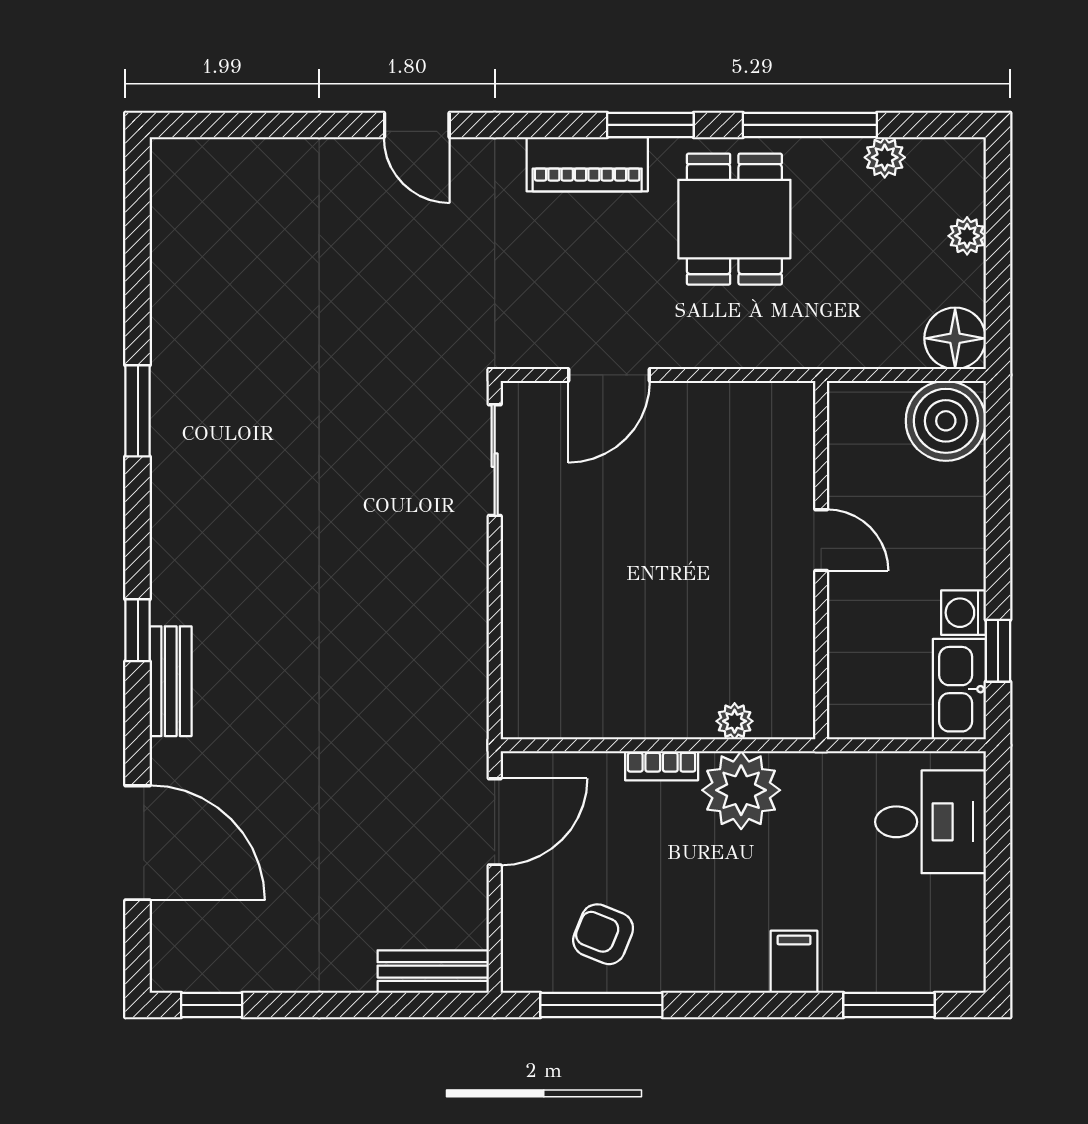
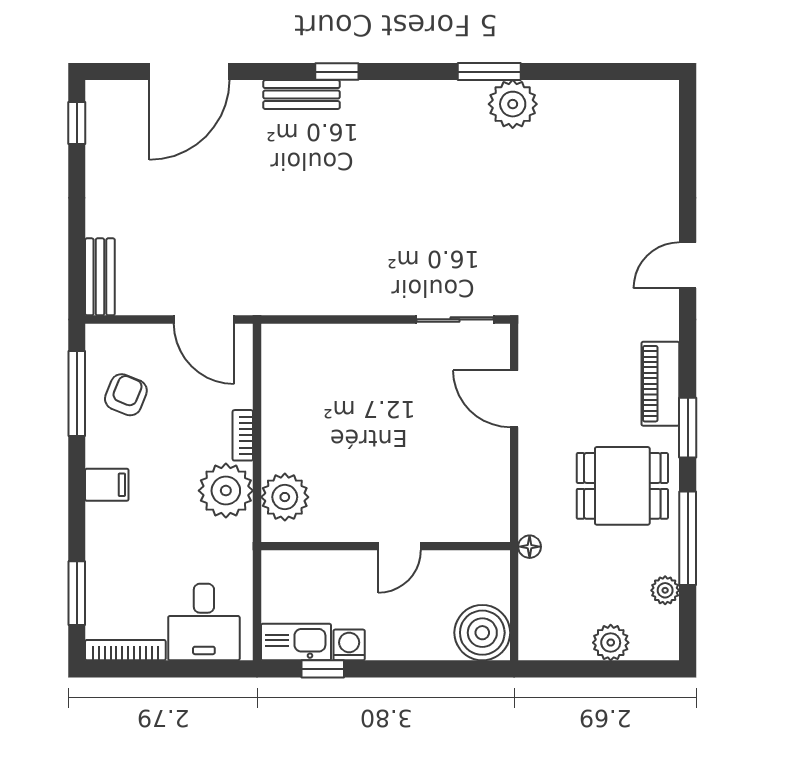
plant: (967, 236) -> (611, 643), width x1.38, depth x1.38
floor lamp: (955, 338) -> (530, 547), moved, width x0.53, depth x0.53
plant: (184, 377) -> (513, 104), added
plant: (735, 721) -> (285, 497), width x1.88, depth x1.88
bookcase: (971, 935) -> (125, 650), added
filing cabinet: (794, 962) -> (107, 485), moved

